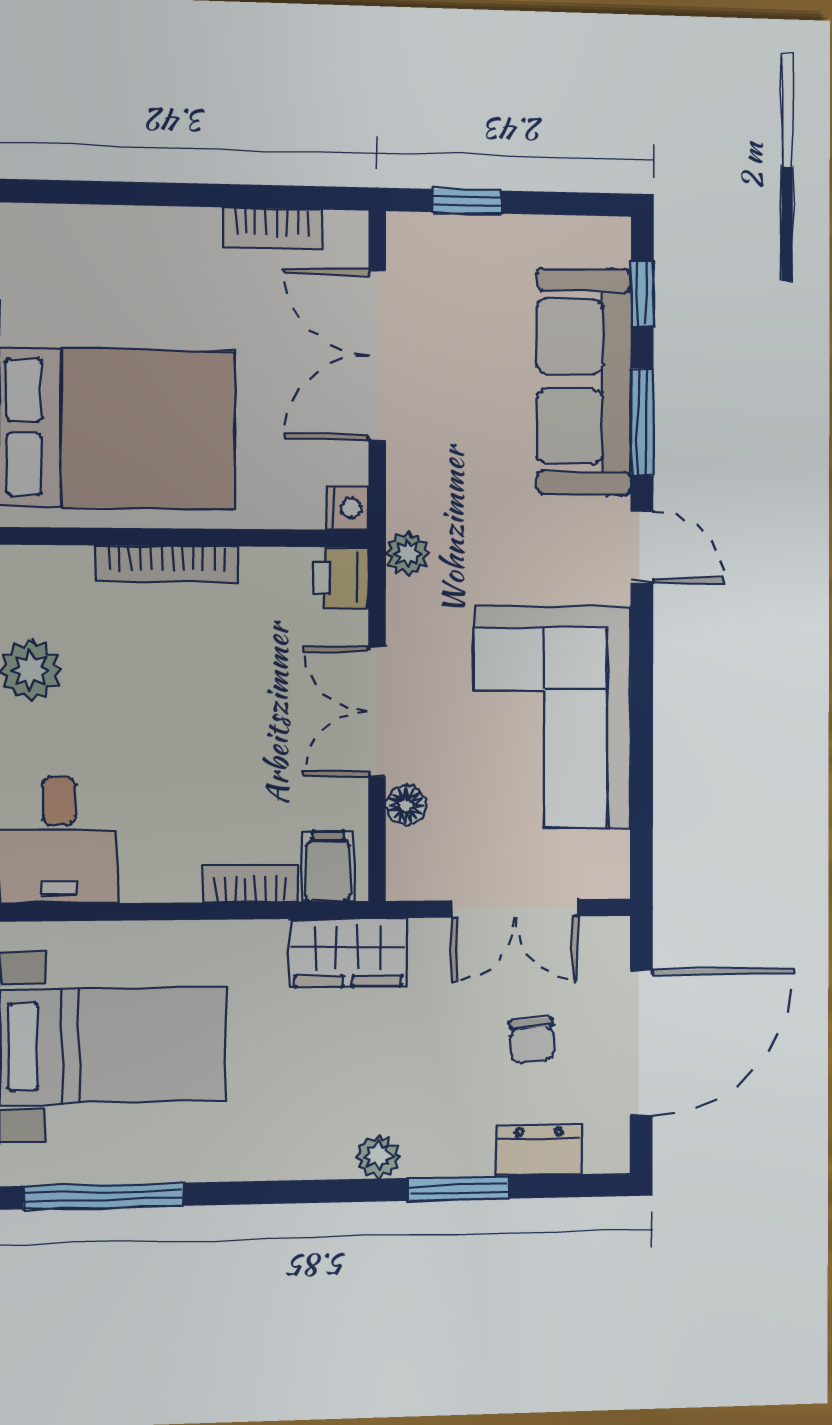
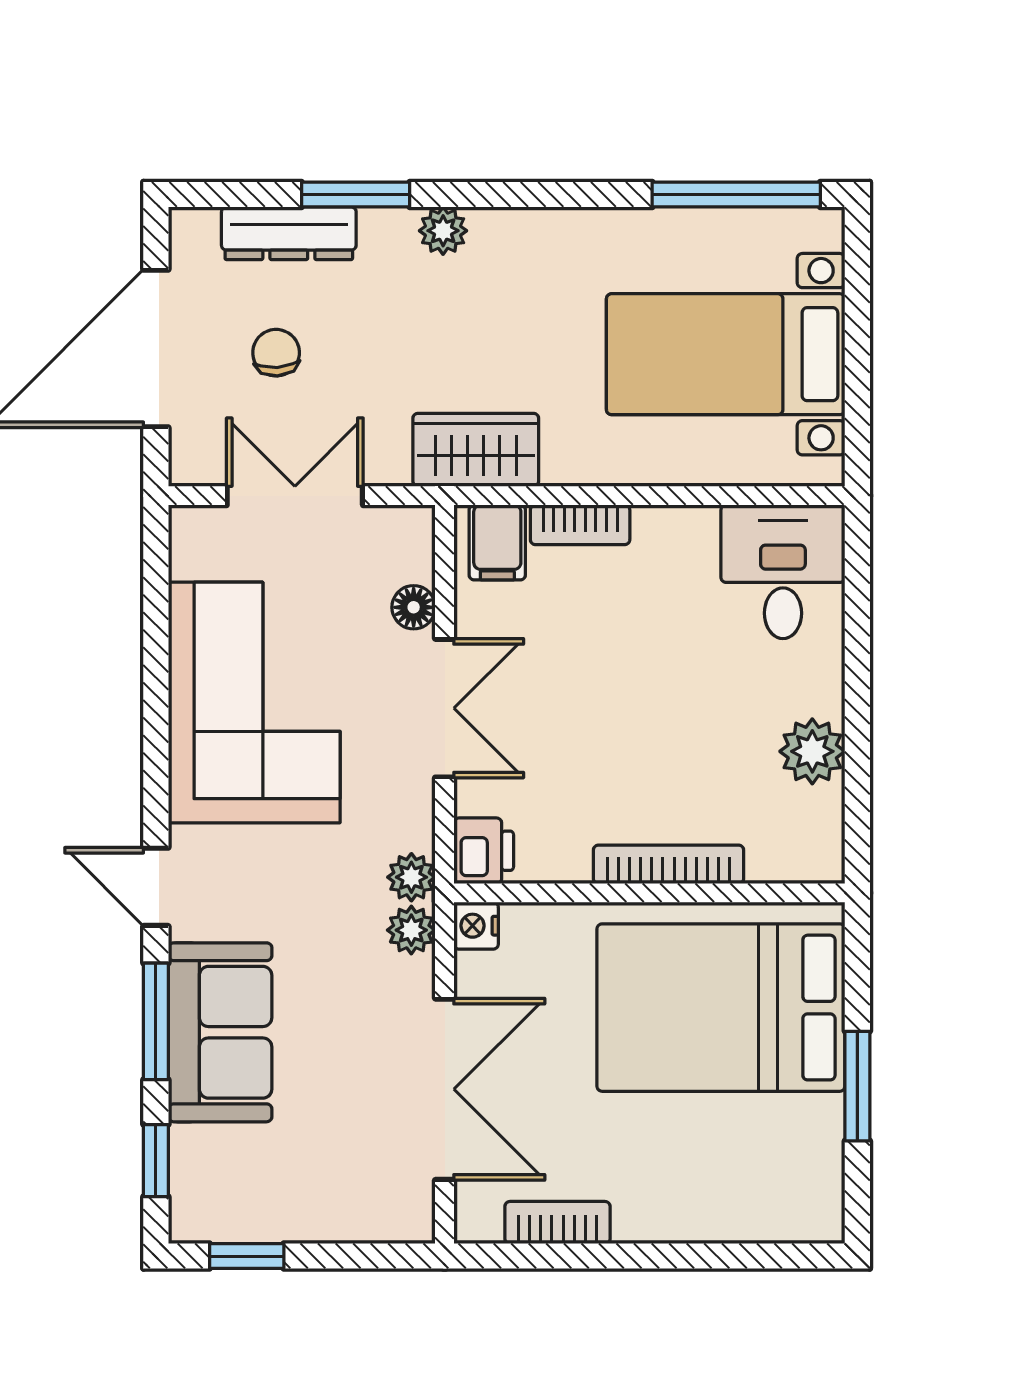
window: (467, 201) -> (247, 1256), moved
sofa: (584, 382) -> (220, 1032), width x0.73
plant: (408, 504) -> (411, 930), added
dresser: (539, 1151) -> (289, 233), width x1.44

